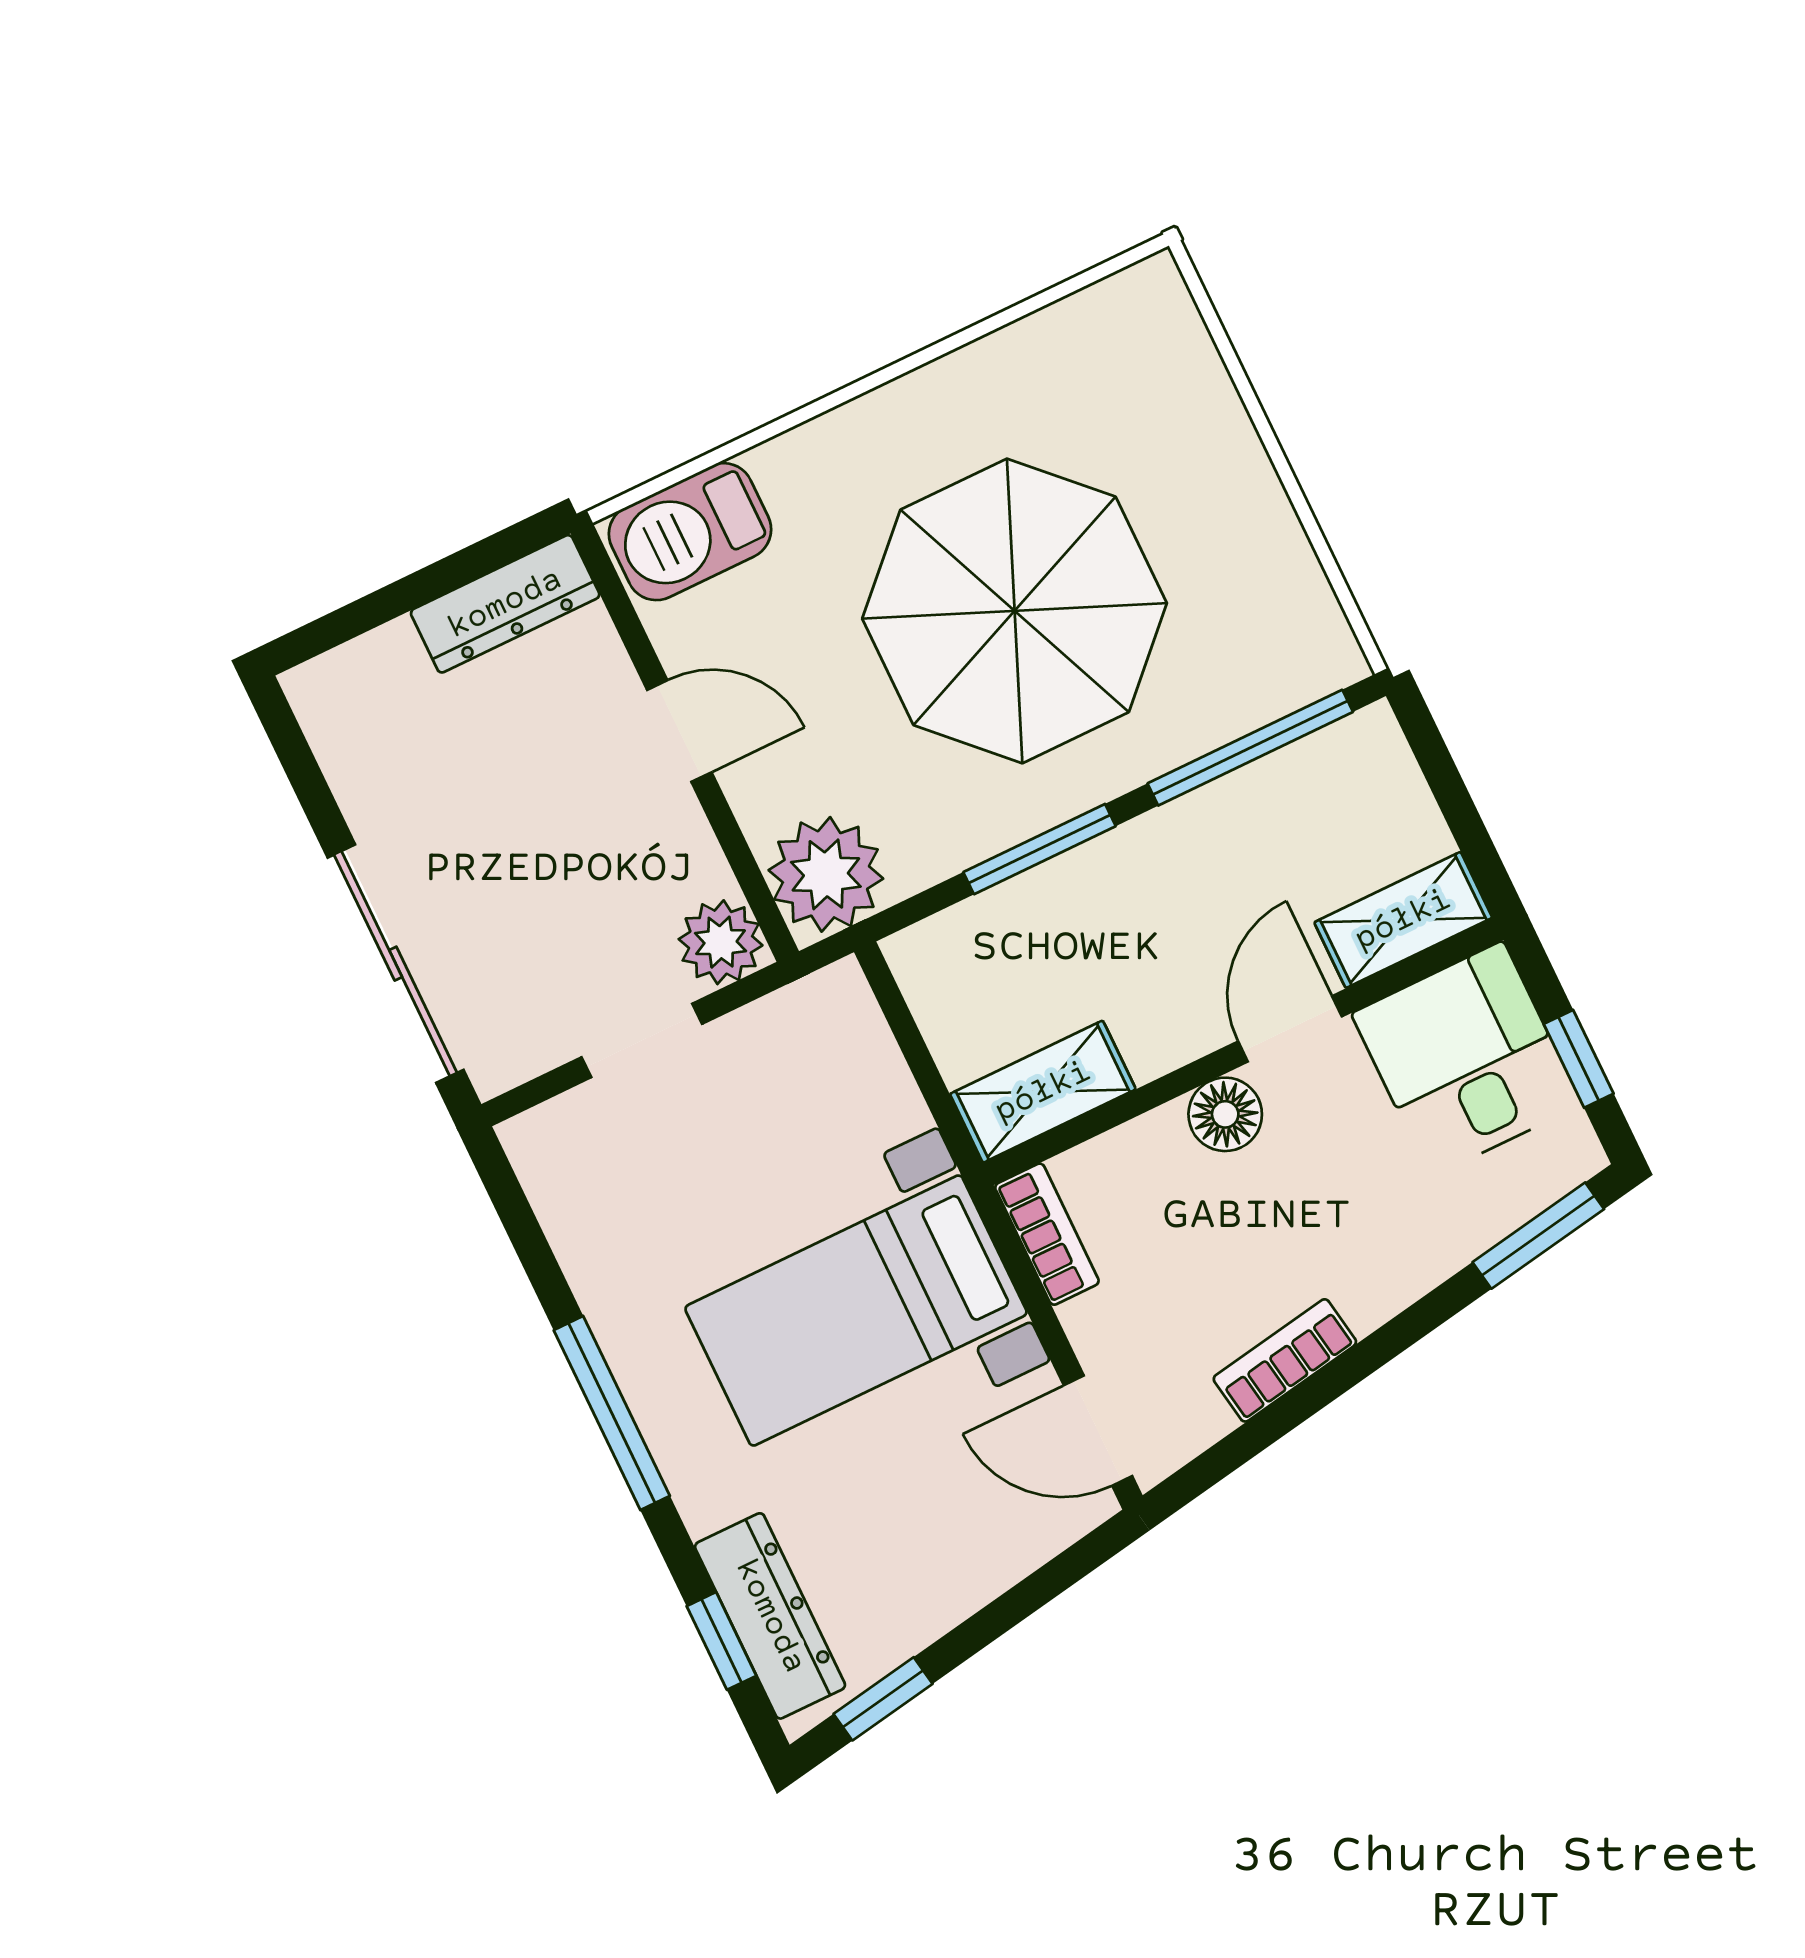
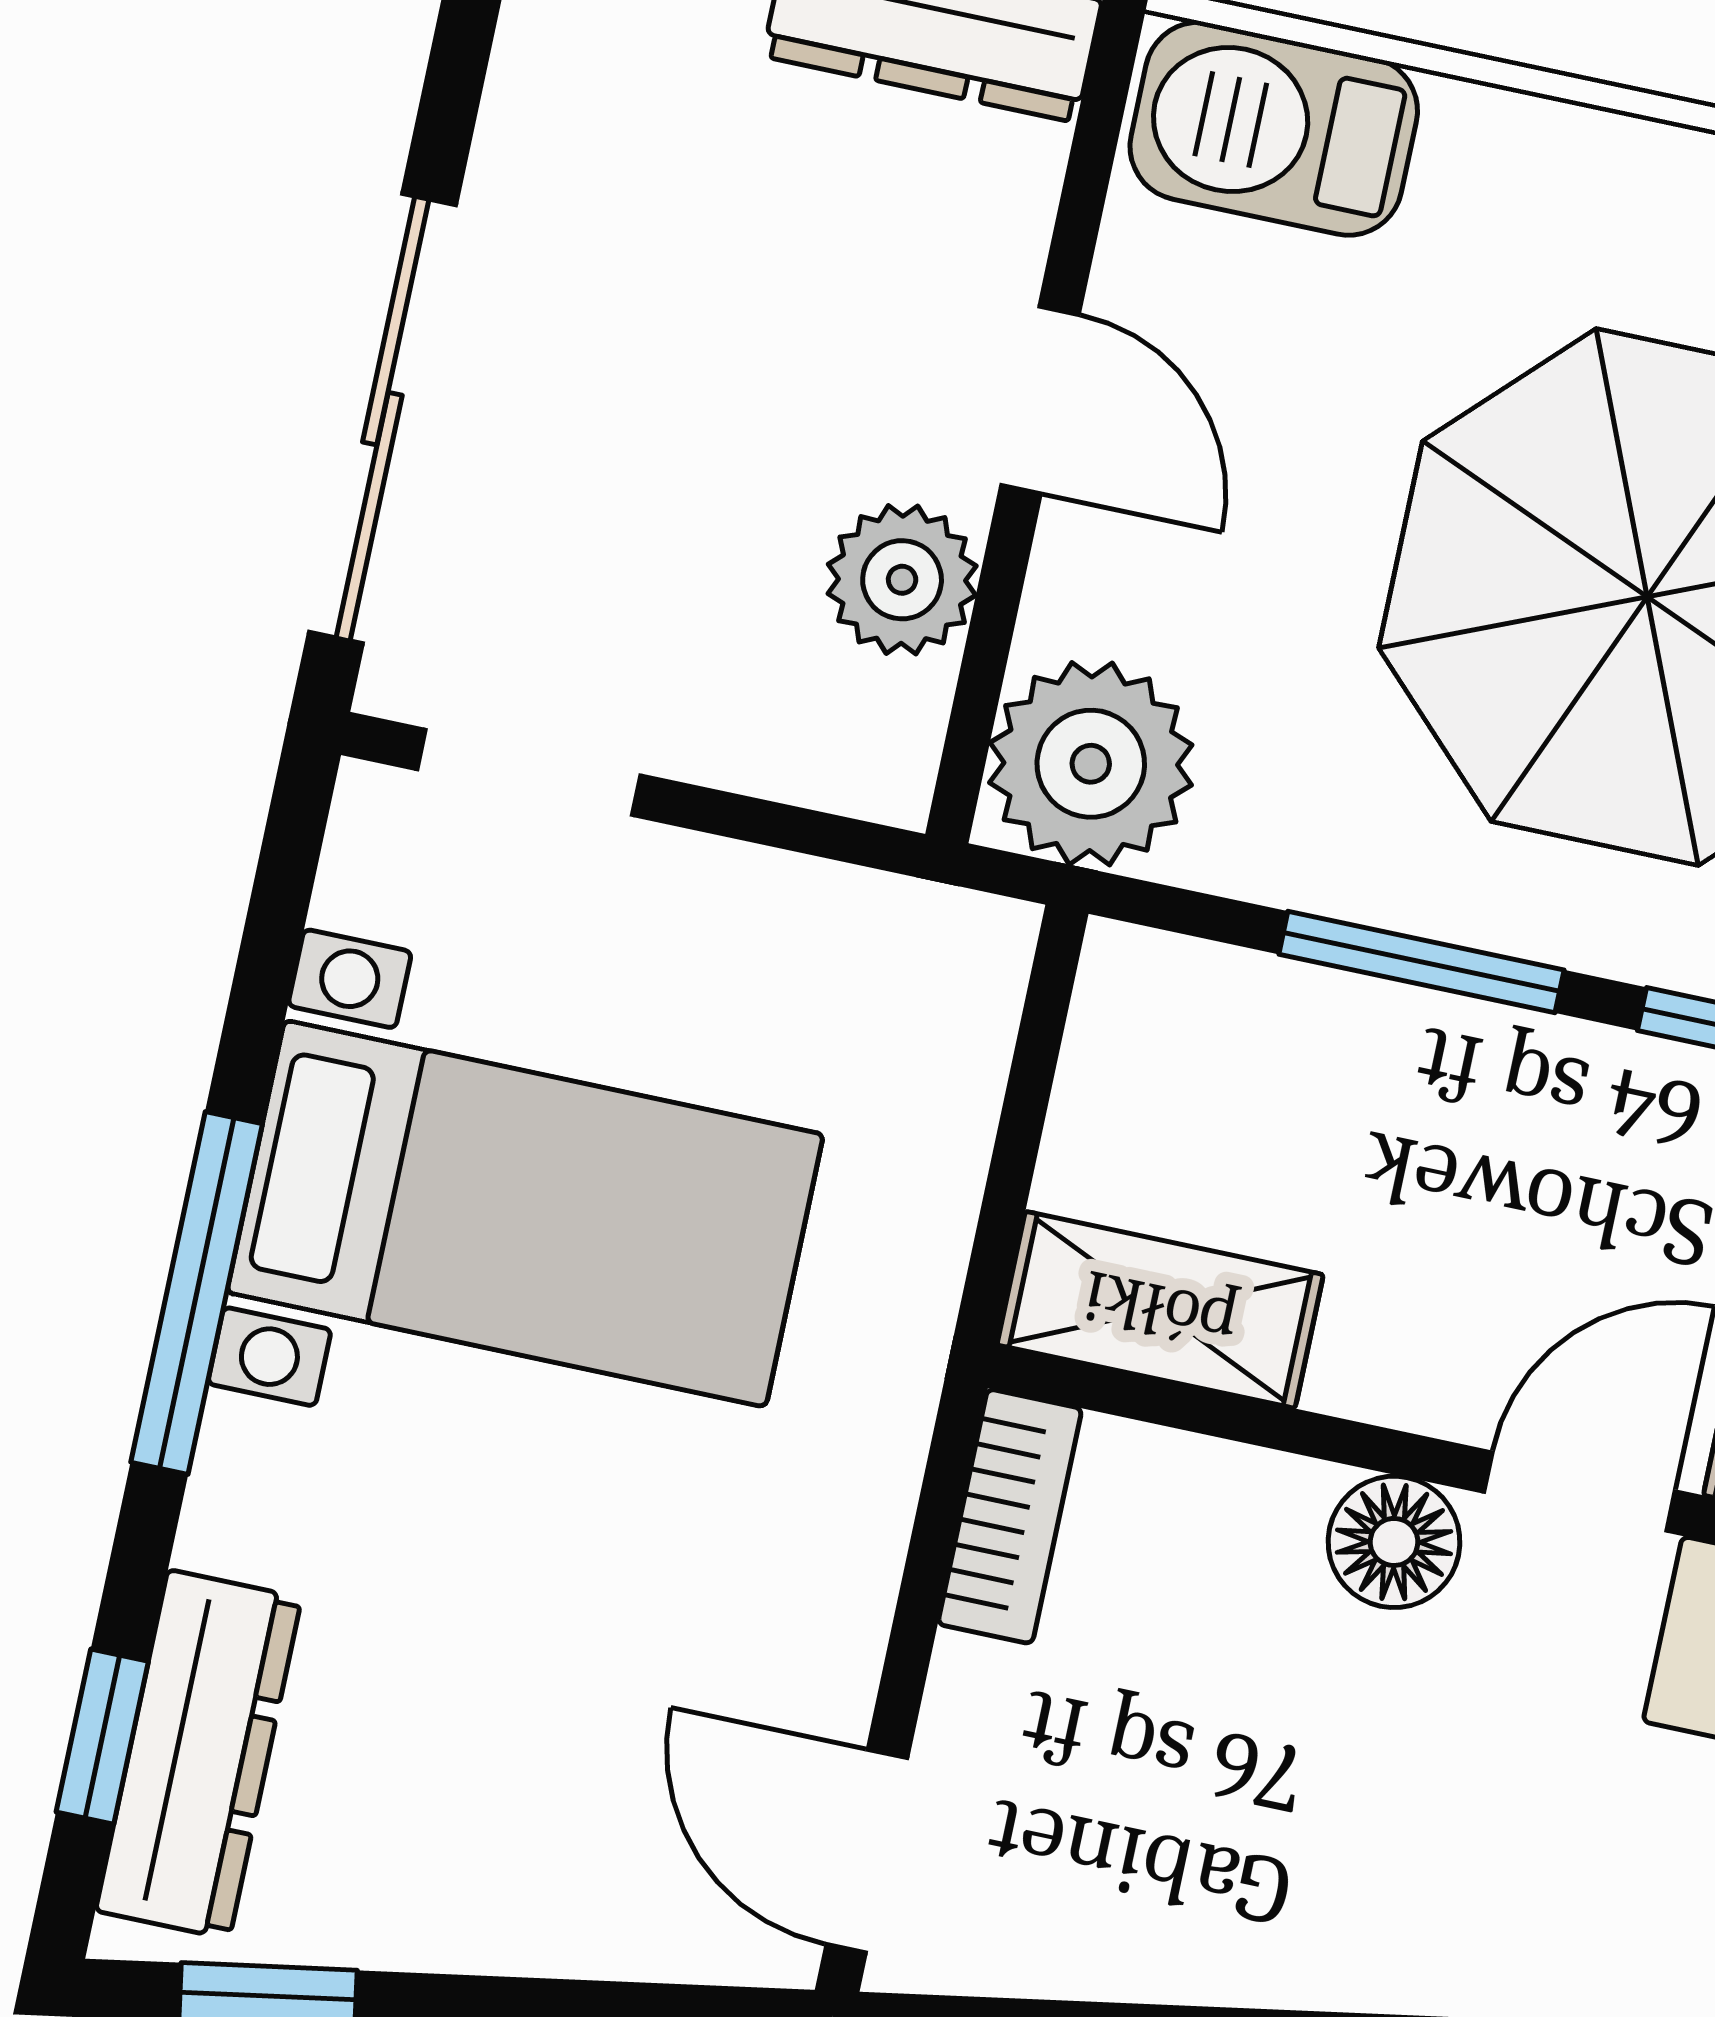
plant: (721, 942) -> (902, 580), moved
doorway: (642, 1040) -> (529, 772), moved
bed with nightstands: (856, 1311) -> (525, 1213), moved, turned 180
bookcase: (1285, 1360) -> (1209, 1956), removed

